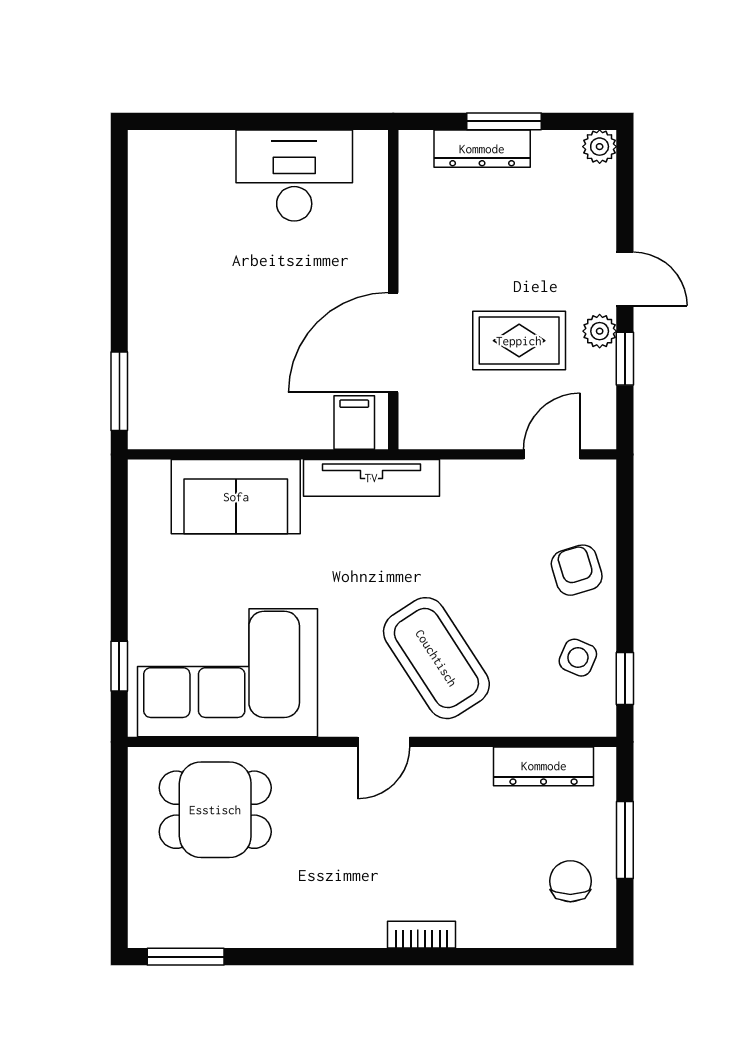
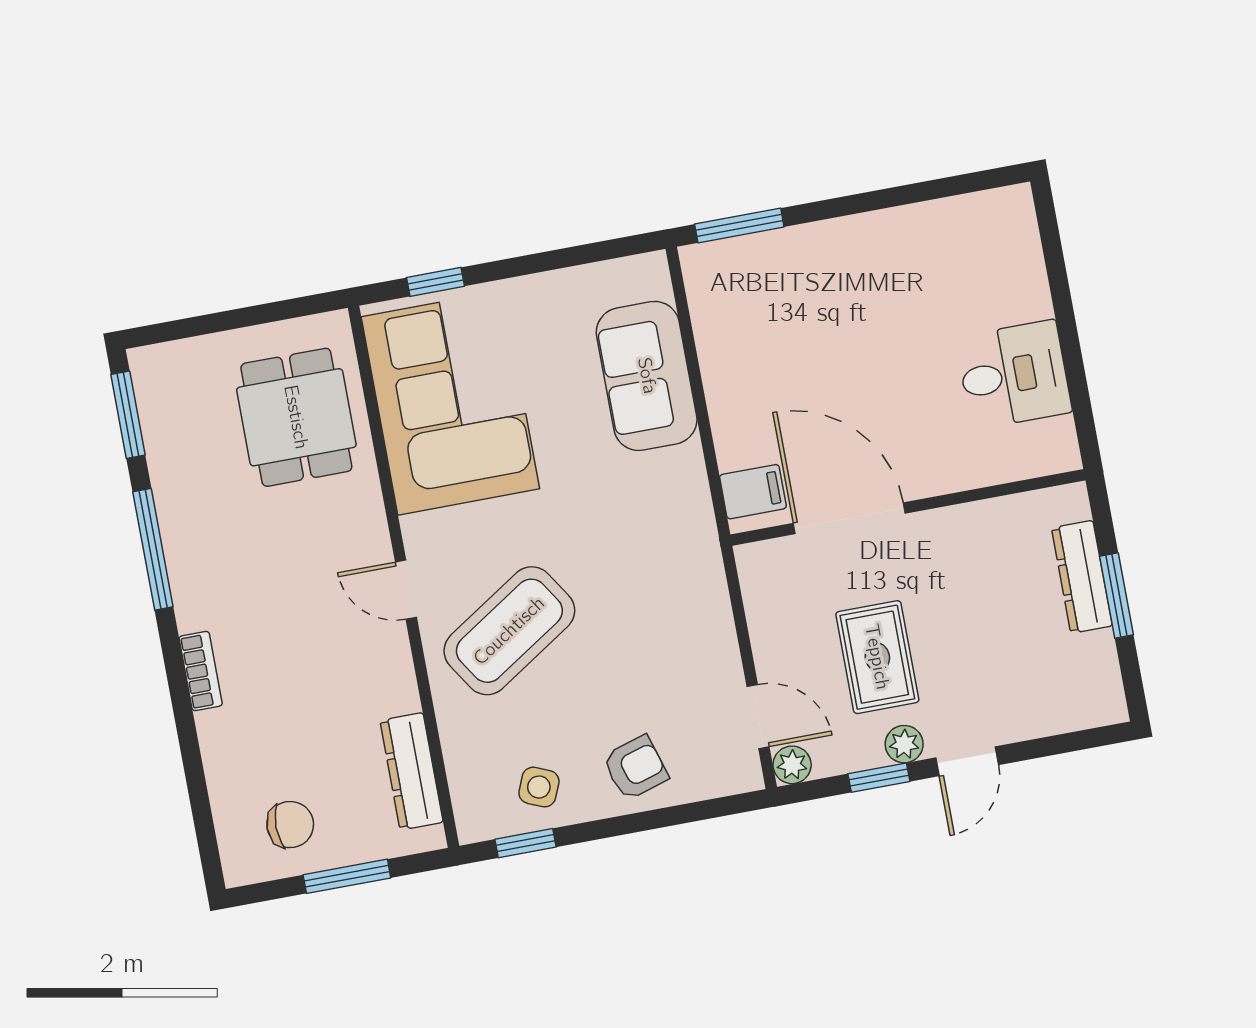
plant: (600, 147) -> (792, 765), moved
desk: (294, 175) -> (1014, 375), width x0.73
tv unit: (371, 478) -> (695, 522), removed
window: (307, 957) -> (153, 549), added

